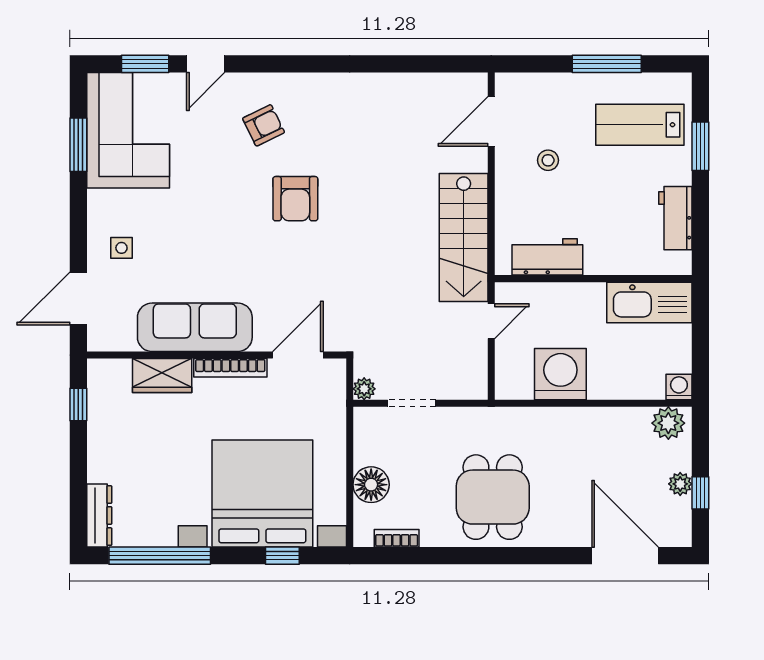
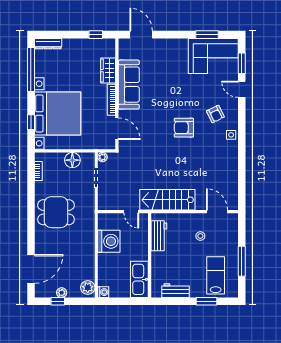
side table: (121, 248) -> (231, 135), moved
floor lamp: (371, 485) -> (72, 160), moved

